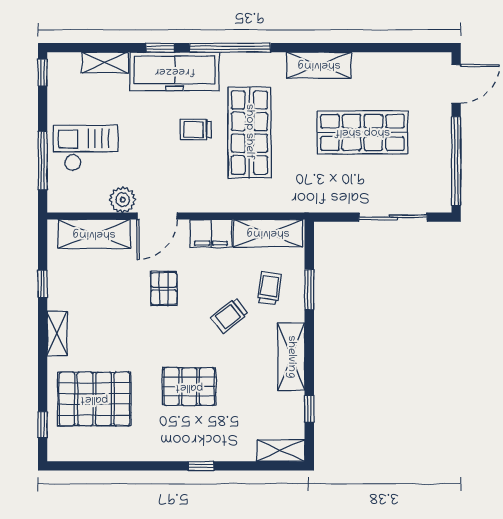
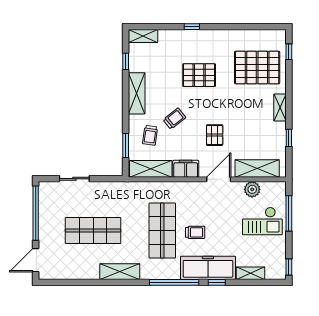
plant: (123, 200) -> (252, 189), moved
sliding door: (393, 217) -> (74, 179), width x0.73
window: (309, 290) -> (126, 146), moved

